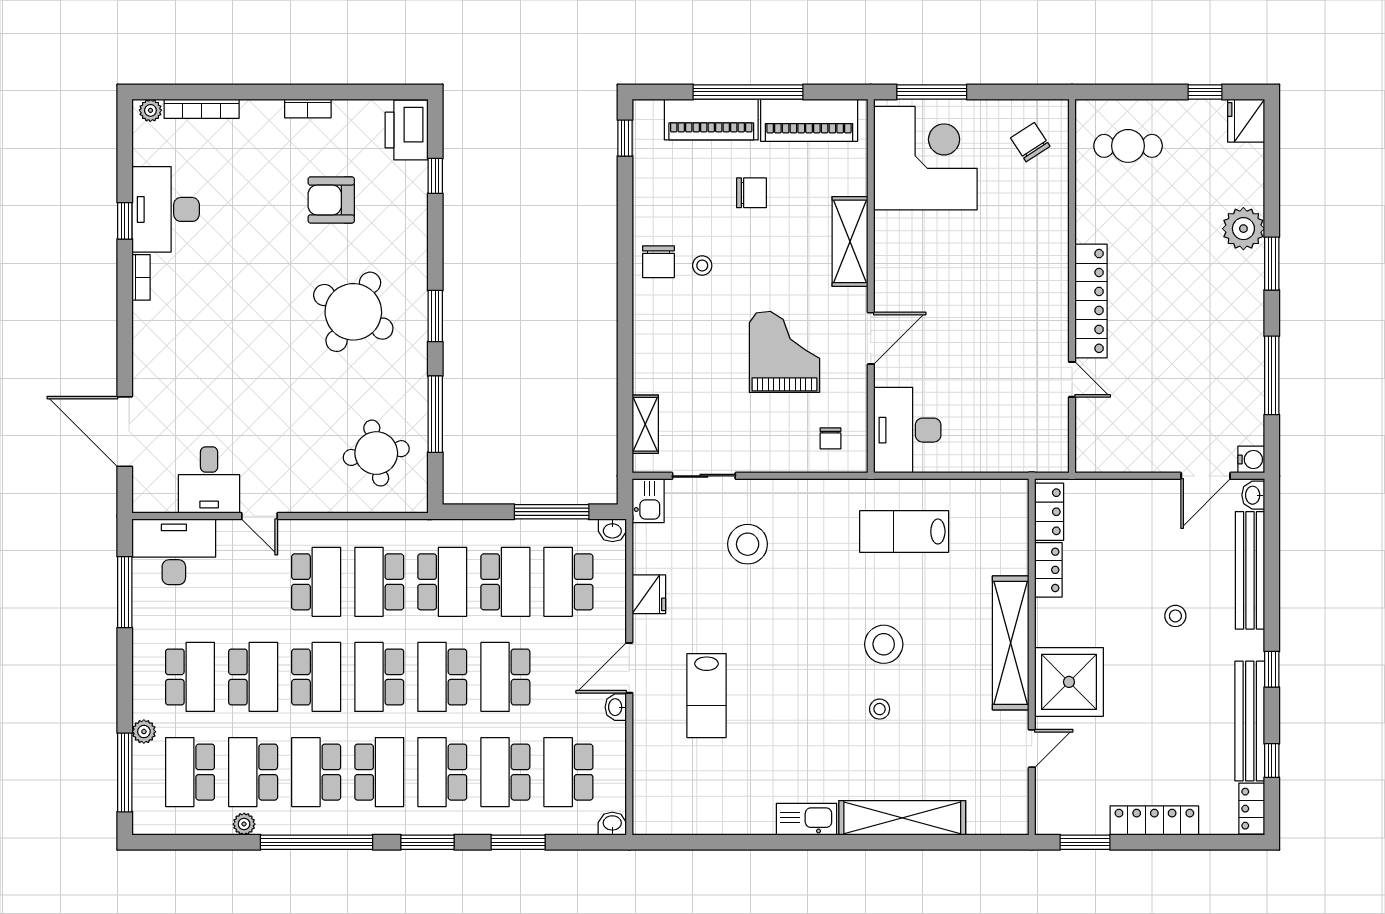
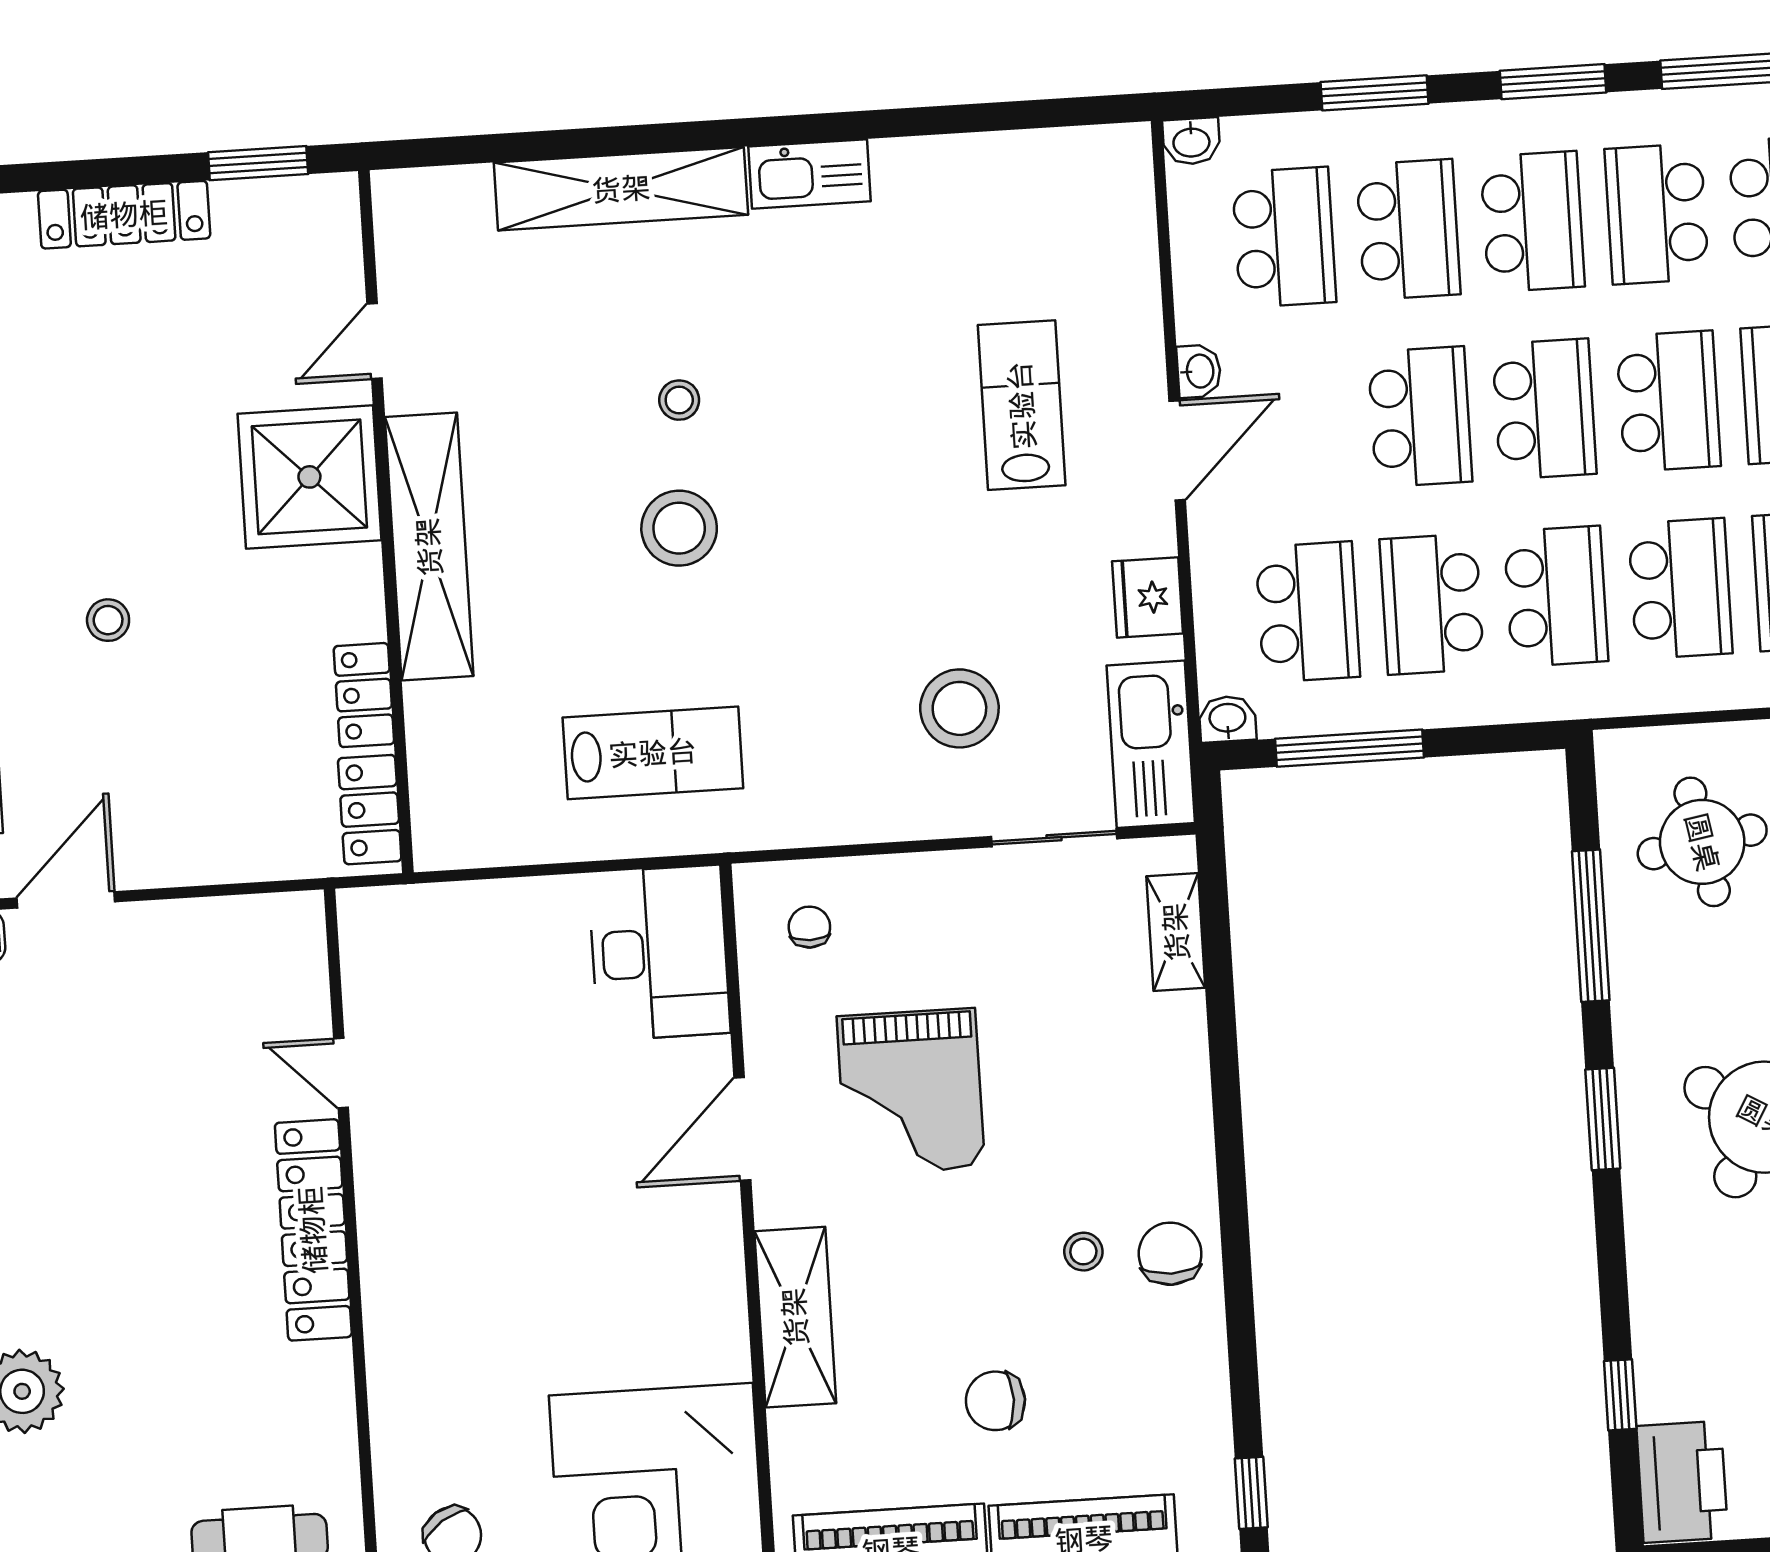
kitchen sink: (648, 501) -> (1151, 744), width x1.88, depth x1.24
school desk: (442, 582) -> (1556, 596), turned 180

